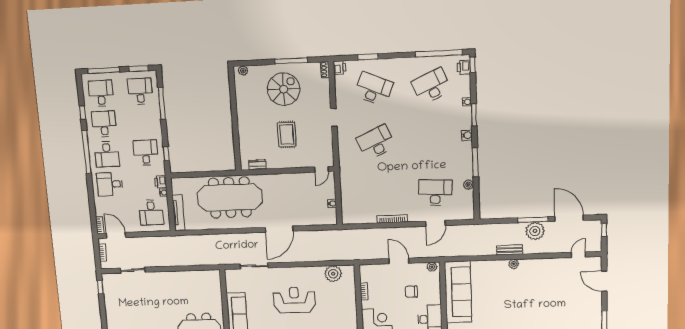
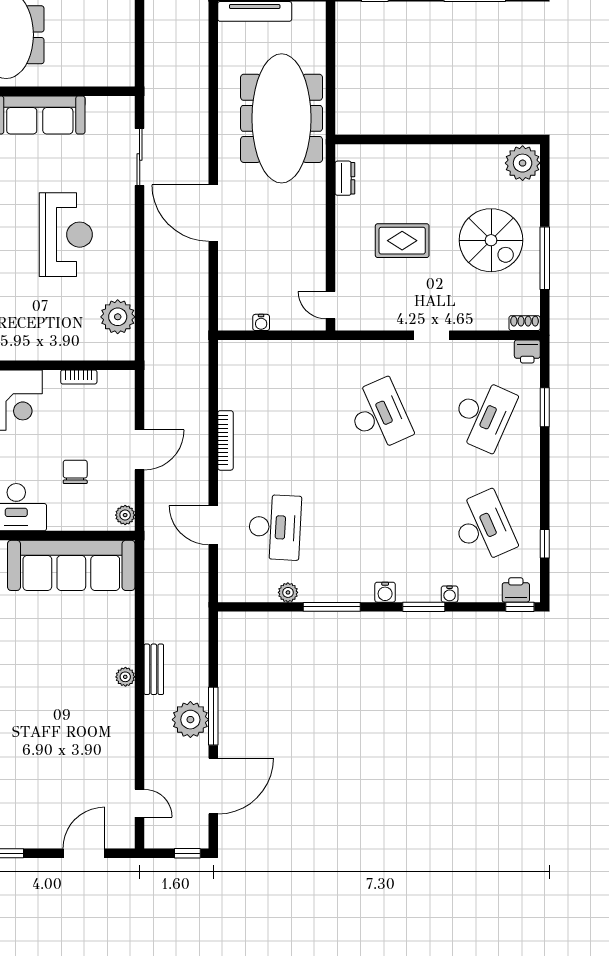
window: (439, 53) -> (545, 544), width x0.32
plant: (243, 71) -> (523, 163), width x1.88, depth x1.88

